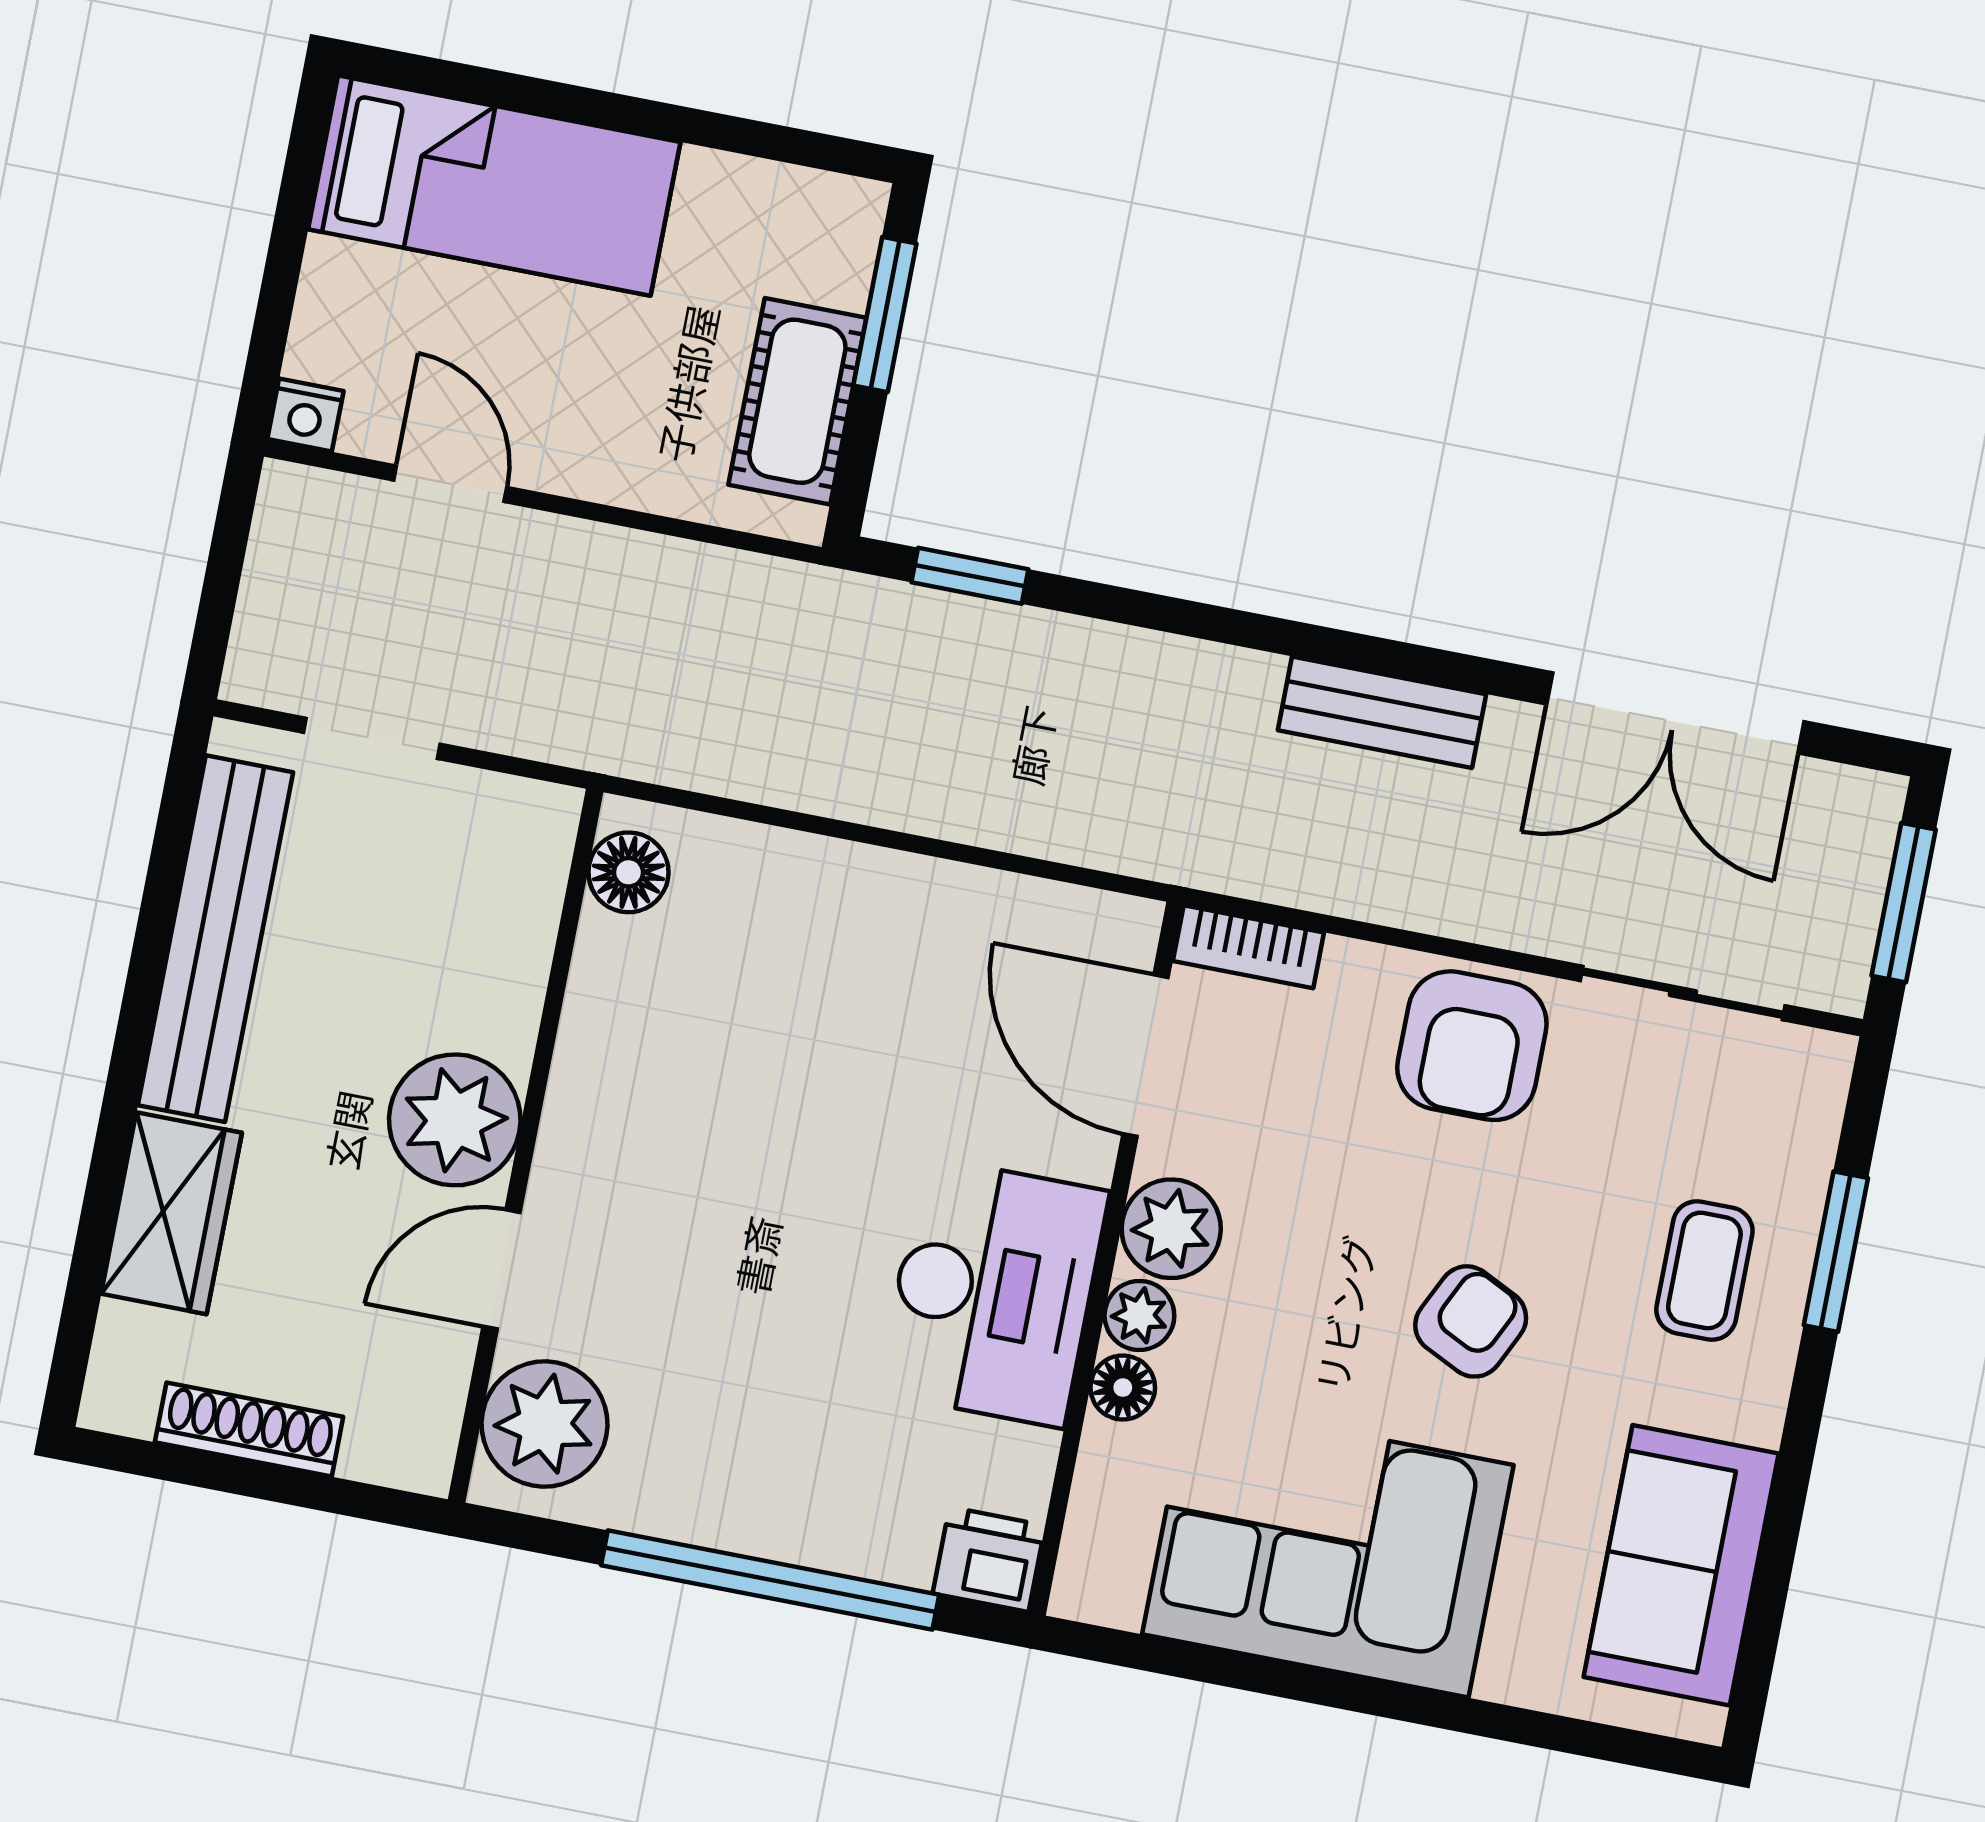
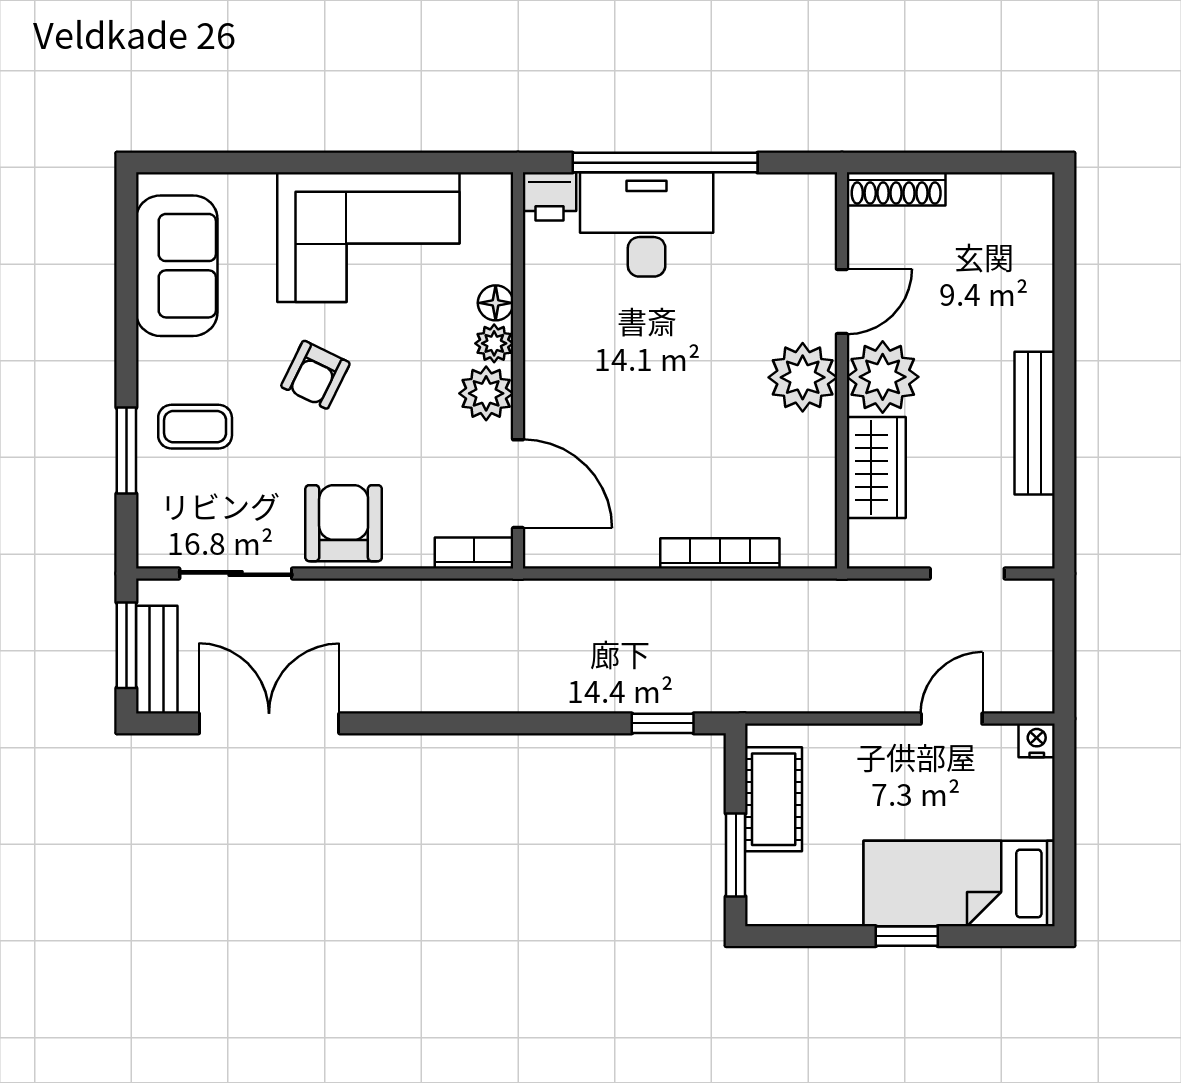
window: (606, 110) -> (907, 936), added
door: (450, 484) -> (952, 719), swing flipped
bench: (1382, 712) -> (157, 660), moved, turned 90
bookcase: (808, 860) -> (720, 553), added
floor lamp: (628, 872) -> (815, 528), removed
bench: (215, 939) -> (1035, 423), width x0.73, depth x0.82
wardrobe: (171, 1213) -> (876, 467), moved, turned 180
coffee table: (1704, 1270) -> (195, 427), turned 90
desk: (993, 1292) -> (647, 224), moved, turned 90
plant: (545, 1424) -> (803, 377), moved
shoe rack: (249, 1430) -> (896, 189), moved

